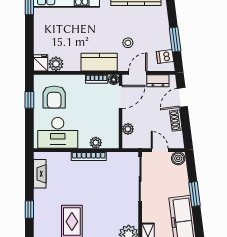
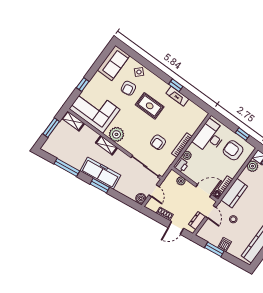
dishwasher: (165, 56) -> (225, 245), moved
door: (120, 97) -> (204, 191), swing flipped
door: (182, 97) -> (176, 228), swing flipped
printer: (111, 141) -> (181, 165), added
door: (160, 150) -> (154, 191), hinge flipped
fireplace: (40, 174) -> (177, 96), moved
armchair: (104, 184) -> (158, 142), added
window: (194, 194) -> (100, 186), moved

